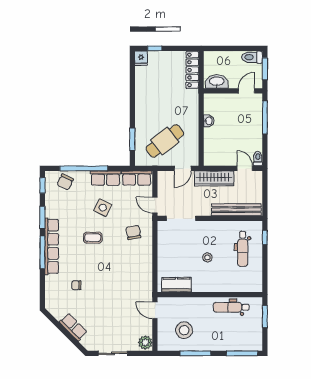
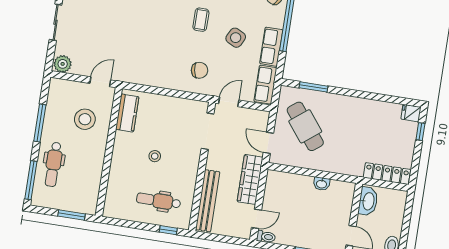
dental chair: (231, 307) -> (53, 164), moved, turned 180
stool: (184, 330) -> (85, 119), moved

